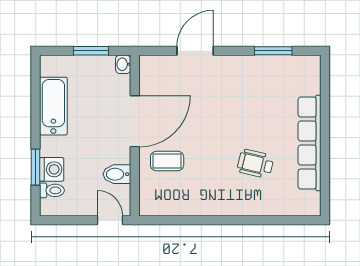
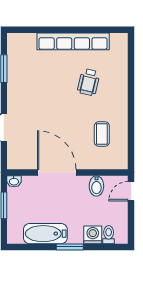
coffee table: (167, 161) -> (102, 134), moved
window: (36, 167) -> (70, 247), moved

